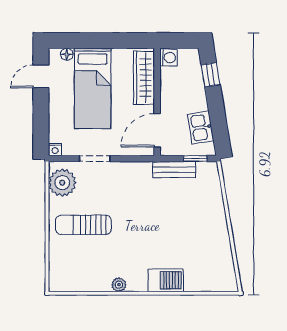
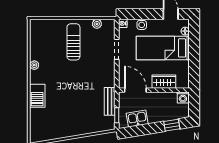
wardrobe: (144, 78) -> (164, 82), width x0.67
side table: (57, 121) -> (142, 25), added
plant: (62, 183) -> (97, 24), width x0.53, depth x0.53

